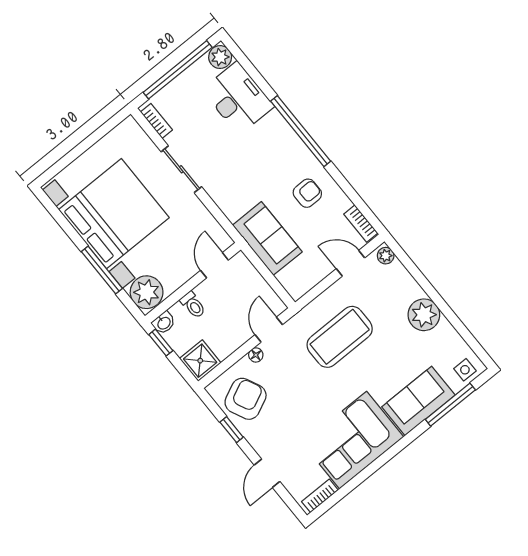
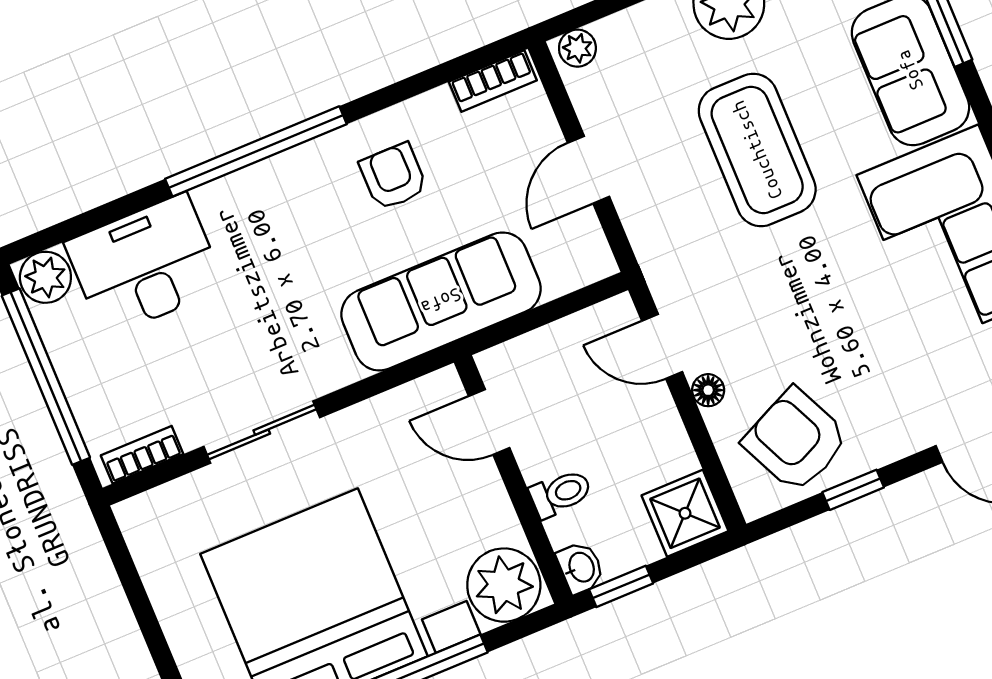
sofa: (267, 238) -> (441, 301), width x1.36
door: (351, 263) -> (589, 170), moved
coffee table: (340, 337) -> (757, 150), moved

